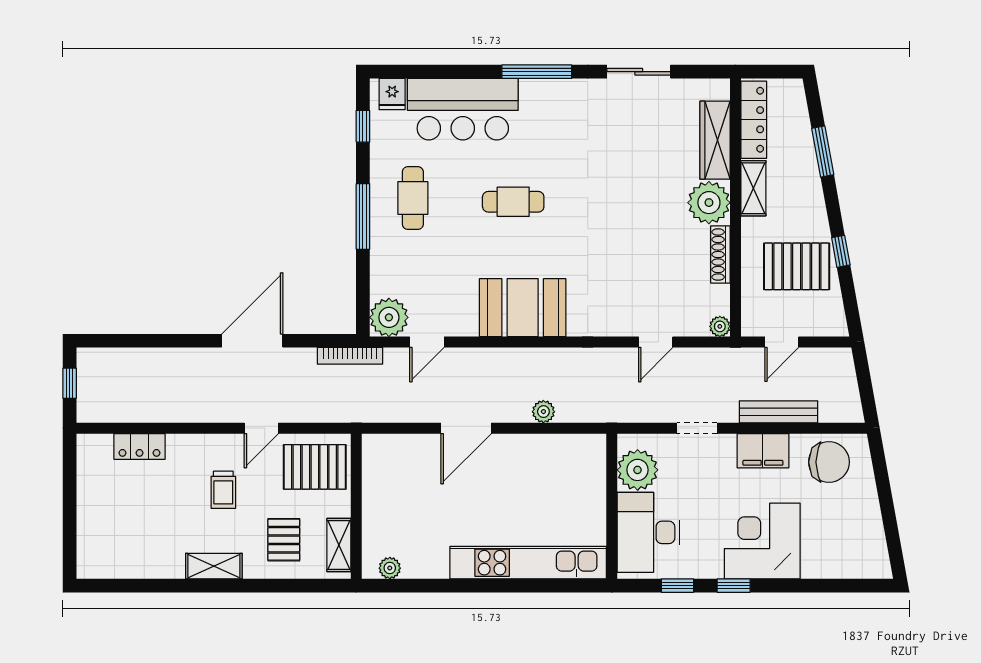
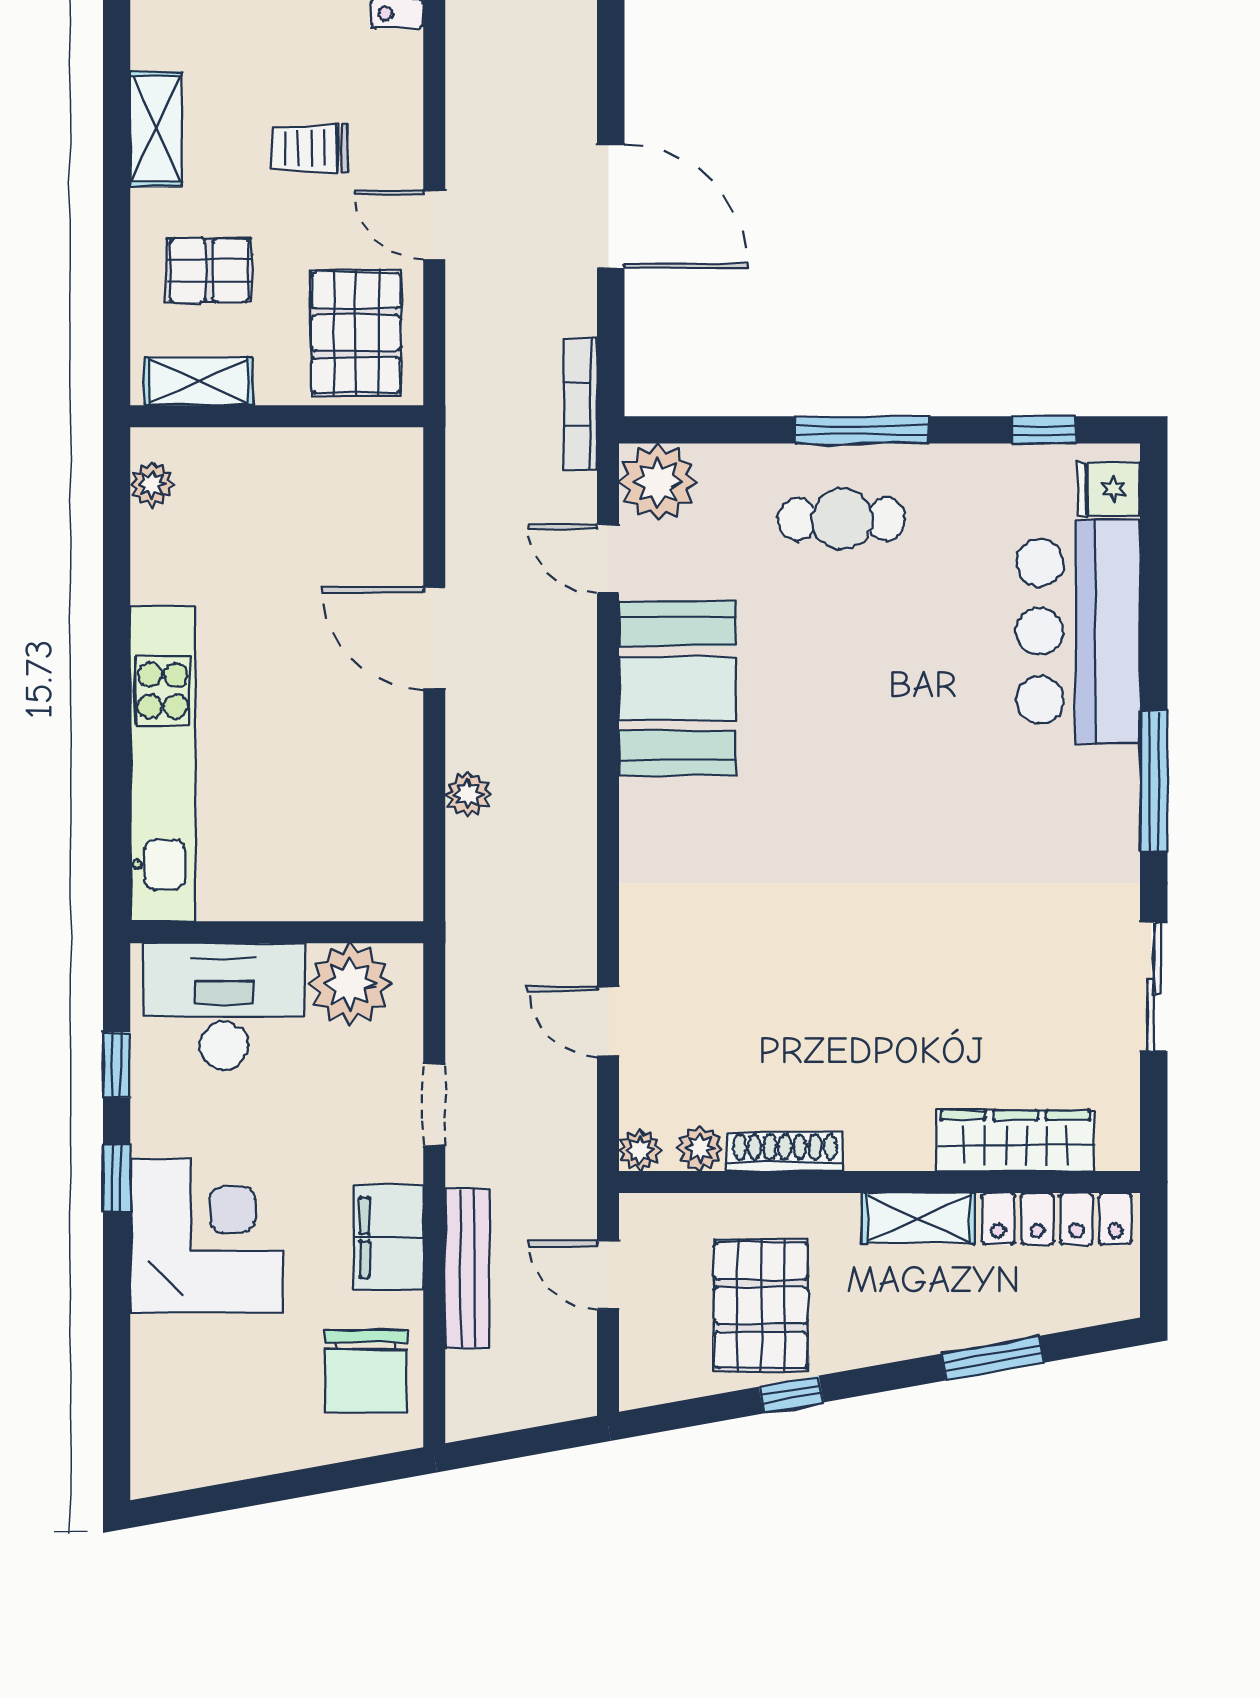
cafe table: (413, 198) -> (842, 519), moved
cafe table: (513, 202) -> (891, 733), removed
plant: (709, 203) -> (700, 1148), moved, width x0.53, depth x0.53
booth: (523, 308) -> (678, 688), moved

